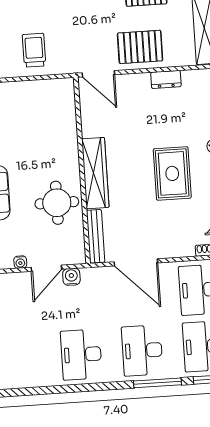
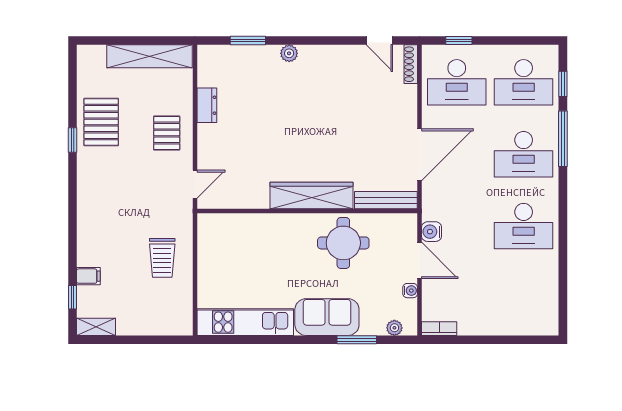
pallet: (140, 47) -> (167, 133), width x0.67, depth x0.71
trolley: (34, 50) -> (162, 258), turned -90
door: (98, 74) -> (195, 184), width x0.73
rug: (172, 173) -> (318, 105), removed

